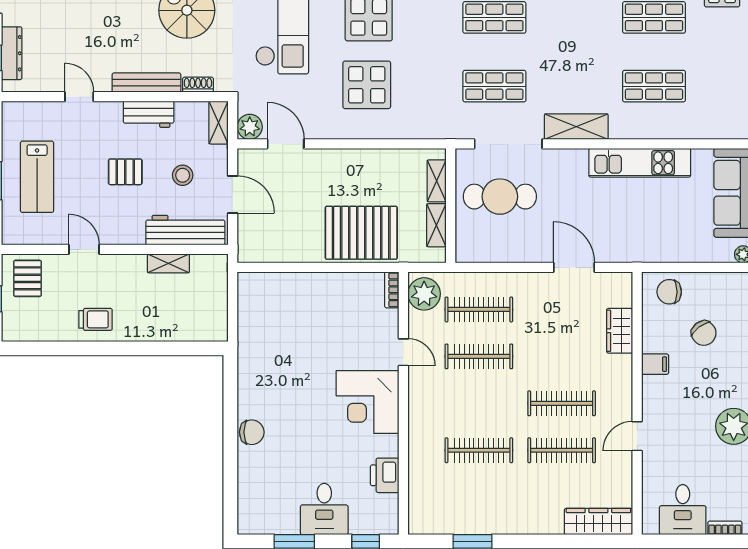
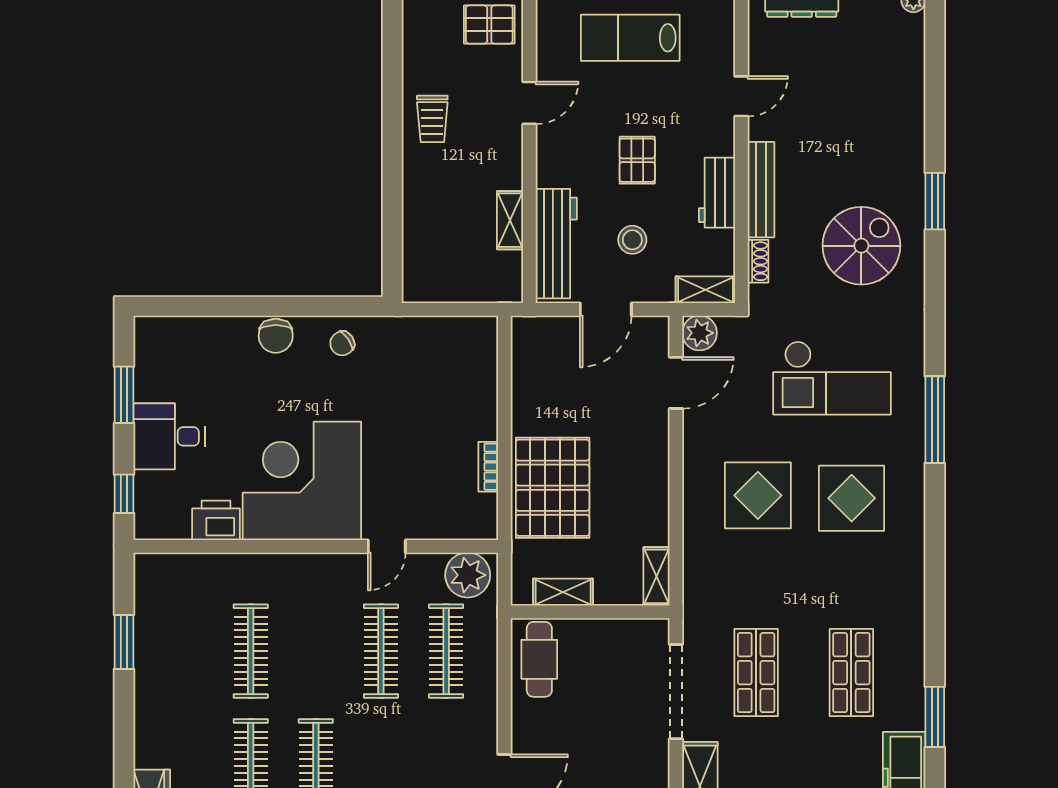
shelving: (437, 181) -> (657, 576), moved, turned 90
cafe table: (500, 197) -> (539, 659), moved, width x0.73, depth x0.74
bookcase: (392, 290) -> (488, 467), moved, turned -90
chair: (257, 384) -> (342, 343), added
corner desk: (368, 402) -> (302, 481), width x1.36, depth x1.36

